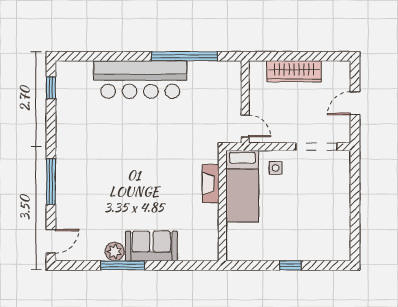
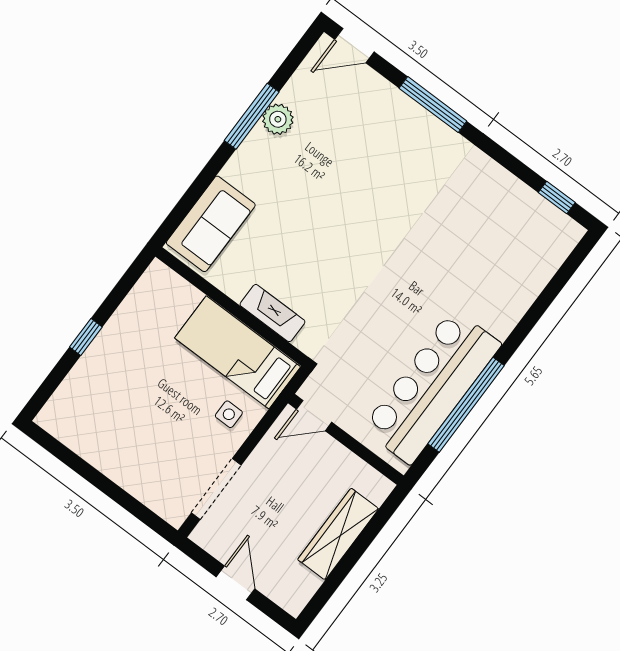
bar counter: (140, 80) -> (432, 386), moved
door: (51, 241) -> (354, 46), hinge flipped
sofa: (151, 246) -> (211, 224), moved

